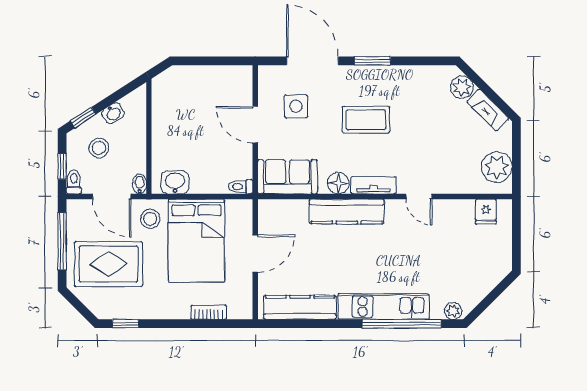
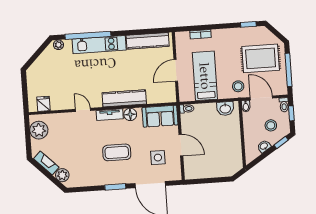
bed: (196, 241) -> (205, 76), width x0.67

